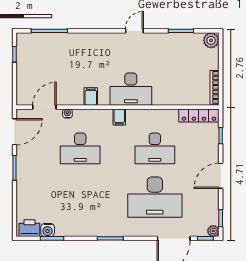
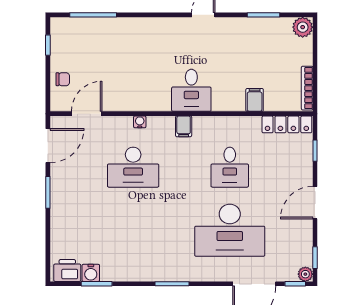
chair: (26, 81) -> (63, 79), added
desk: (131, 89) -> (191, 90), width x0.73
filing cabinet: (91, 97) -> (255, 100), moved
water cooler: (67, 113) -> (140, 122), moved
desk: (155, 148) -> (230, 167), width x0.73

